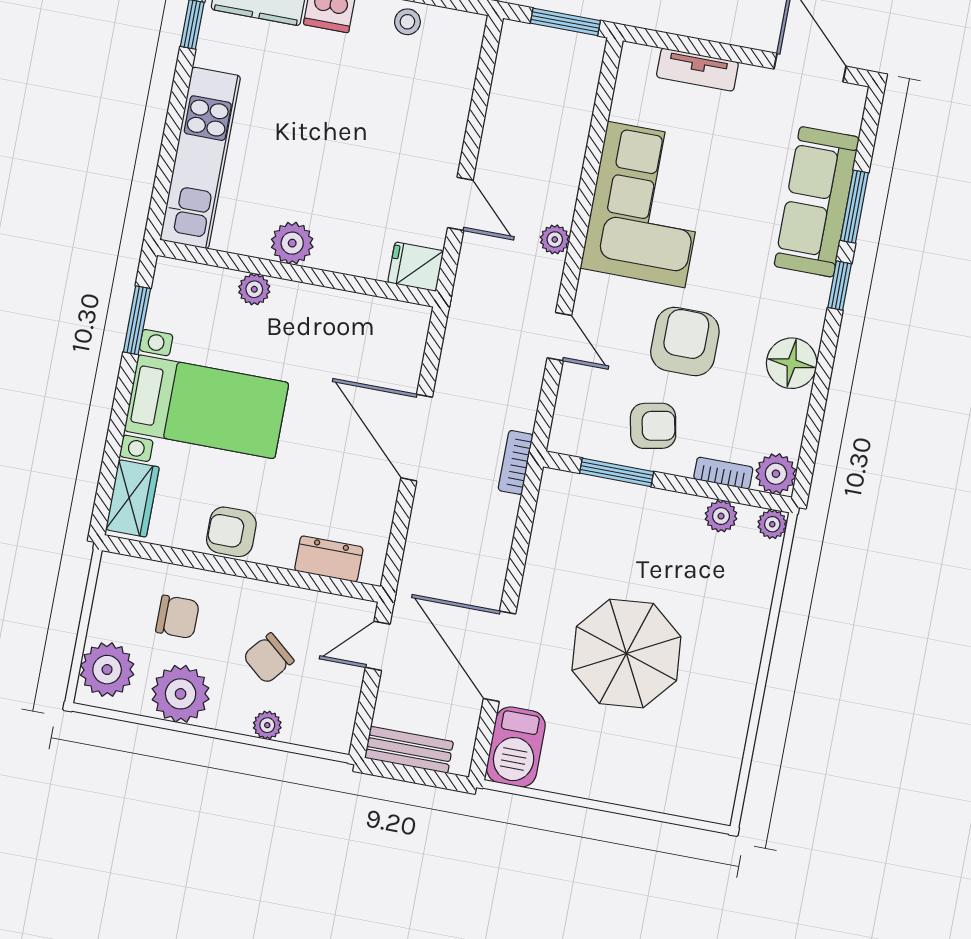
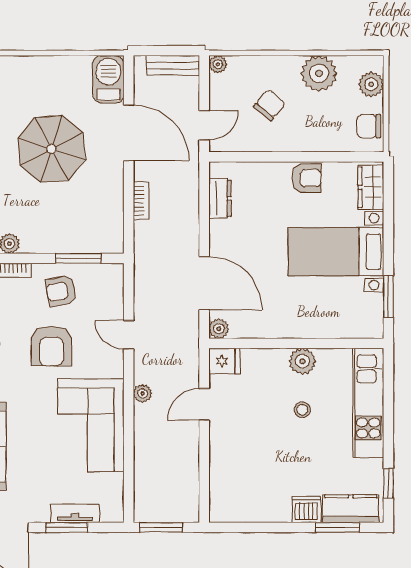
stool: (407, 22) -> (302, 410), moved
window: (714, 50) -> (67, 527), added
door: (460, 204) -> (204, 404), hinge flipped
plant: (254, 289) -> (219, 329), moved
door: (417, 438) -> (204, 283), moved
bookcase: (516, 462) -> (141, 201), moved
dresser: (329, 559) -> (220, 198), moved, turned -90
chair: (178, 617) -> (369, 126), moved
plant: (107, 670) -> (371, 84), width x0.73, depth x0.73
plant: (267, 725) -> (218, 64), moved

